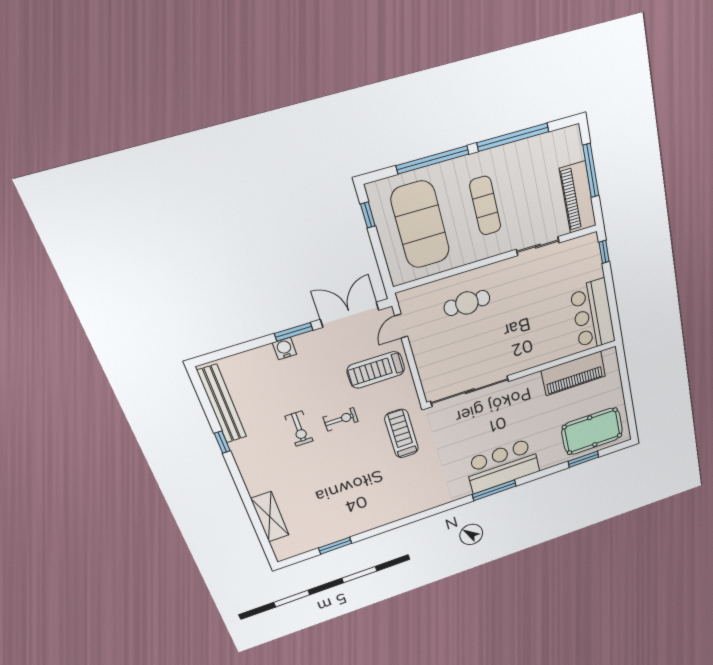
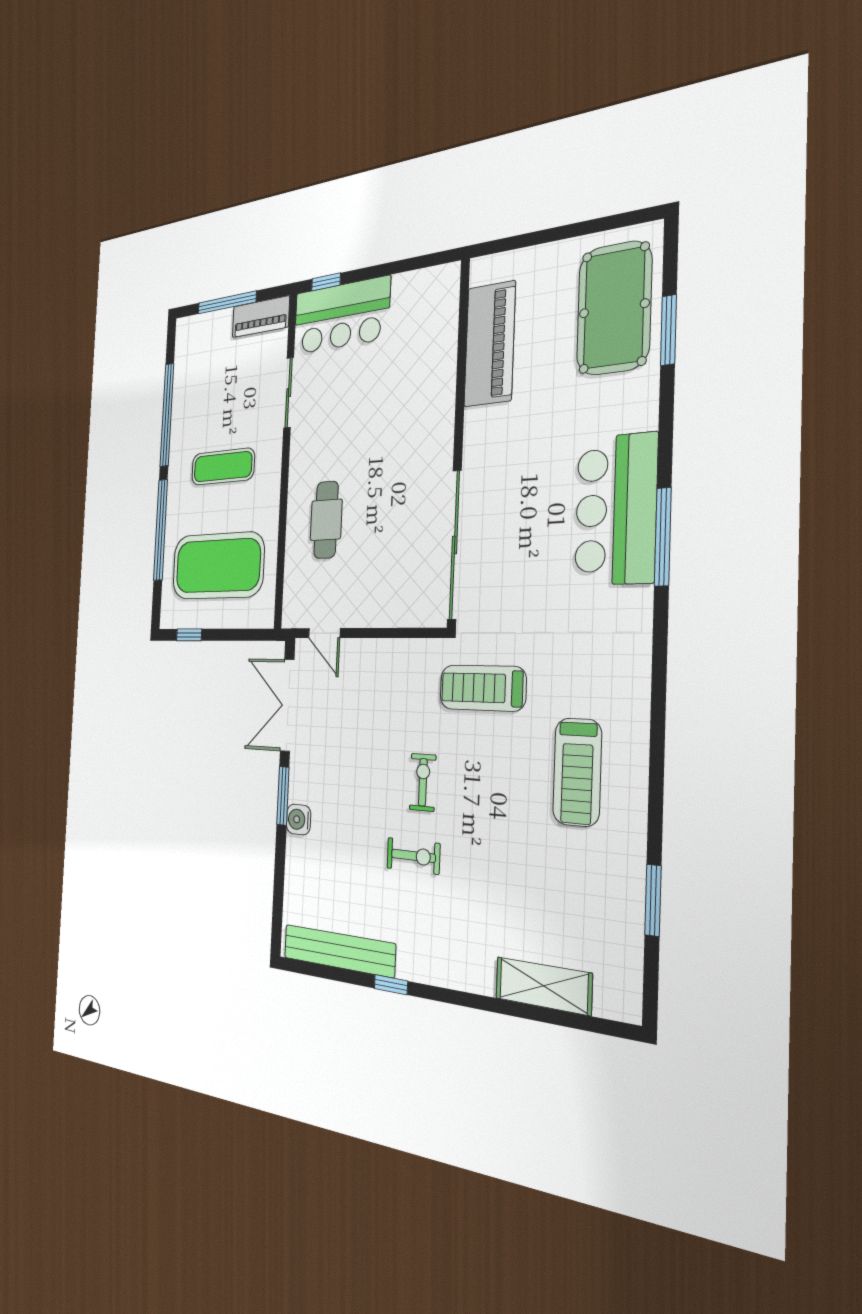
piano: (578, 197) -> (261, 317), width x0.73, depth x0.75
bar counter: (593, 315) -> (341, 316), moved
treadmill: (376, 370) -> (577, 772), moved

